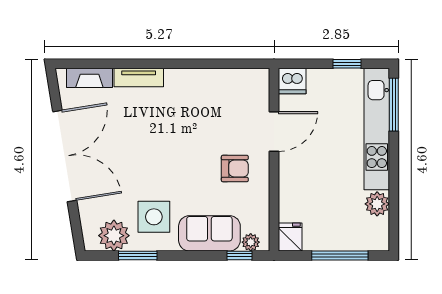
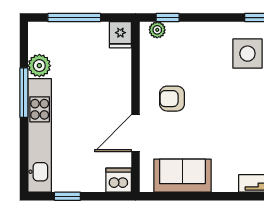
window: (394, 105) -> (24, 93), moved
sofa: (209, 233) -> (182, 176), moved, turned 180

